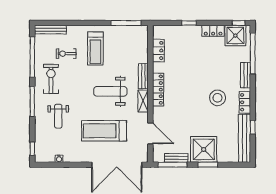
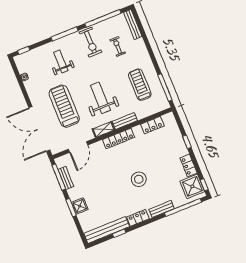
treadmill: (95, 48) -> (140, 85), moved, turned 90
exercise bike: (51, 79) -> (90, 42), turned 90
stool: (217, 98) -> (139, 179), moved
weight bench: (58, 116) -> (61, 61), turned 90
shower: (204, 149) -> (80, 206), width x0.54, depth x0.54

